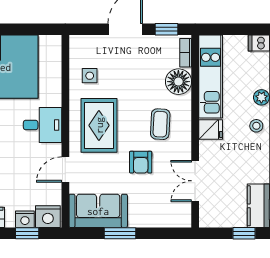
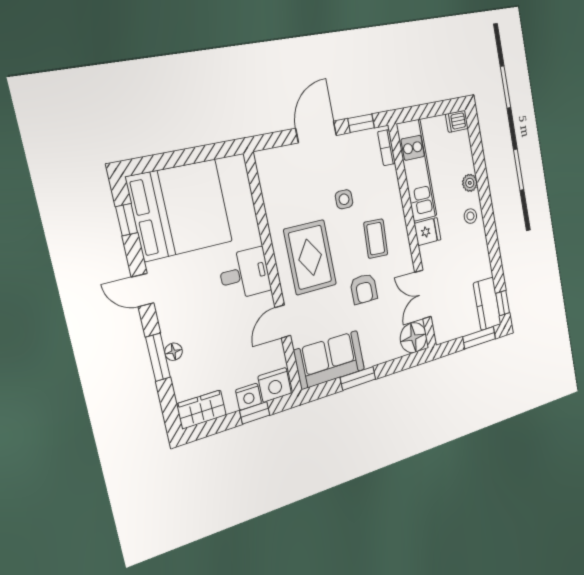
side table: (90, 76) -> (344, 199), moved
floor lamp: (178, 82) -> (413, 338), moved
window: (244, 233) -> (479, 338), width x1.50

